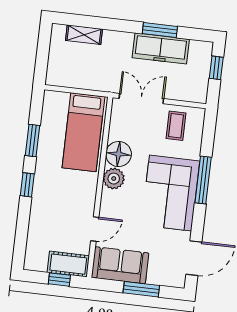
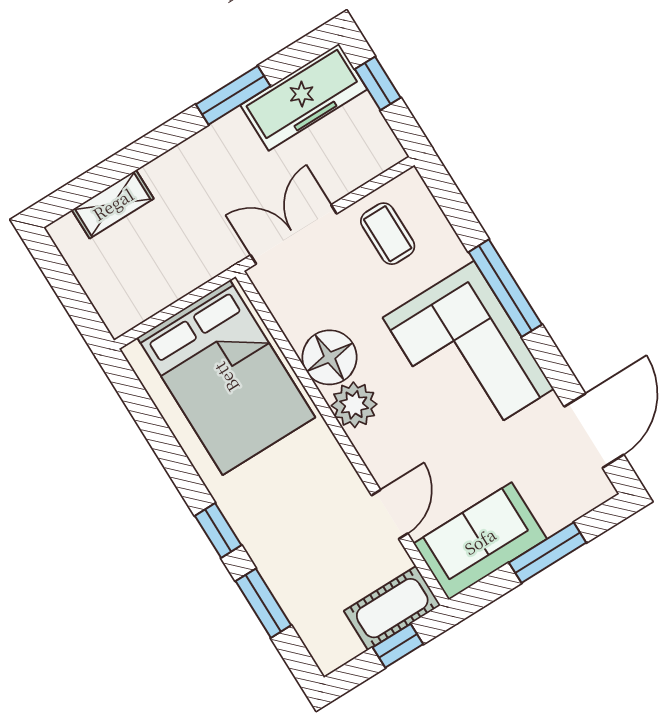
freezer: (161, 48) -> (304, 97), moved
bed: (83, 132) -> (226, 377), width x1.50
window: (32, 140) -> (263, 603), moved

